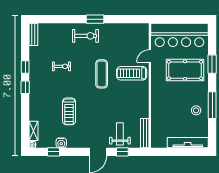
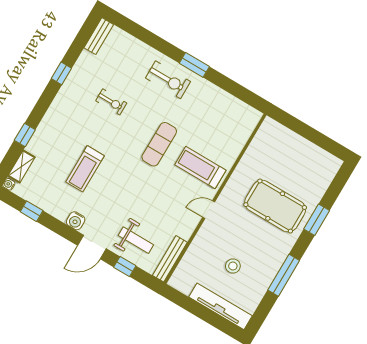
bar counter: (179, 35) -> (296, 154), removed
door: (150, 56) -> (209, 210), moved
window: (25, 87) -> (25, 135), moved
stool: (196, 110) -> (233, 266), moved
weight bench: (120, 134) -> (136, 240), turned 90
water cooler: (61, 143) -> (76, 221), moved

